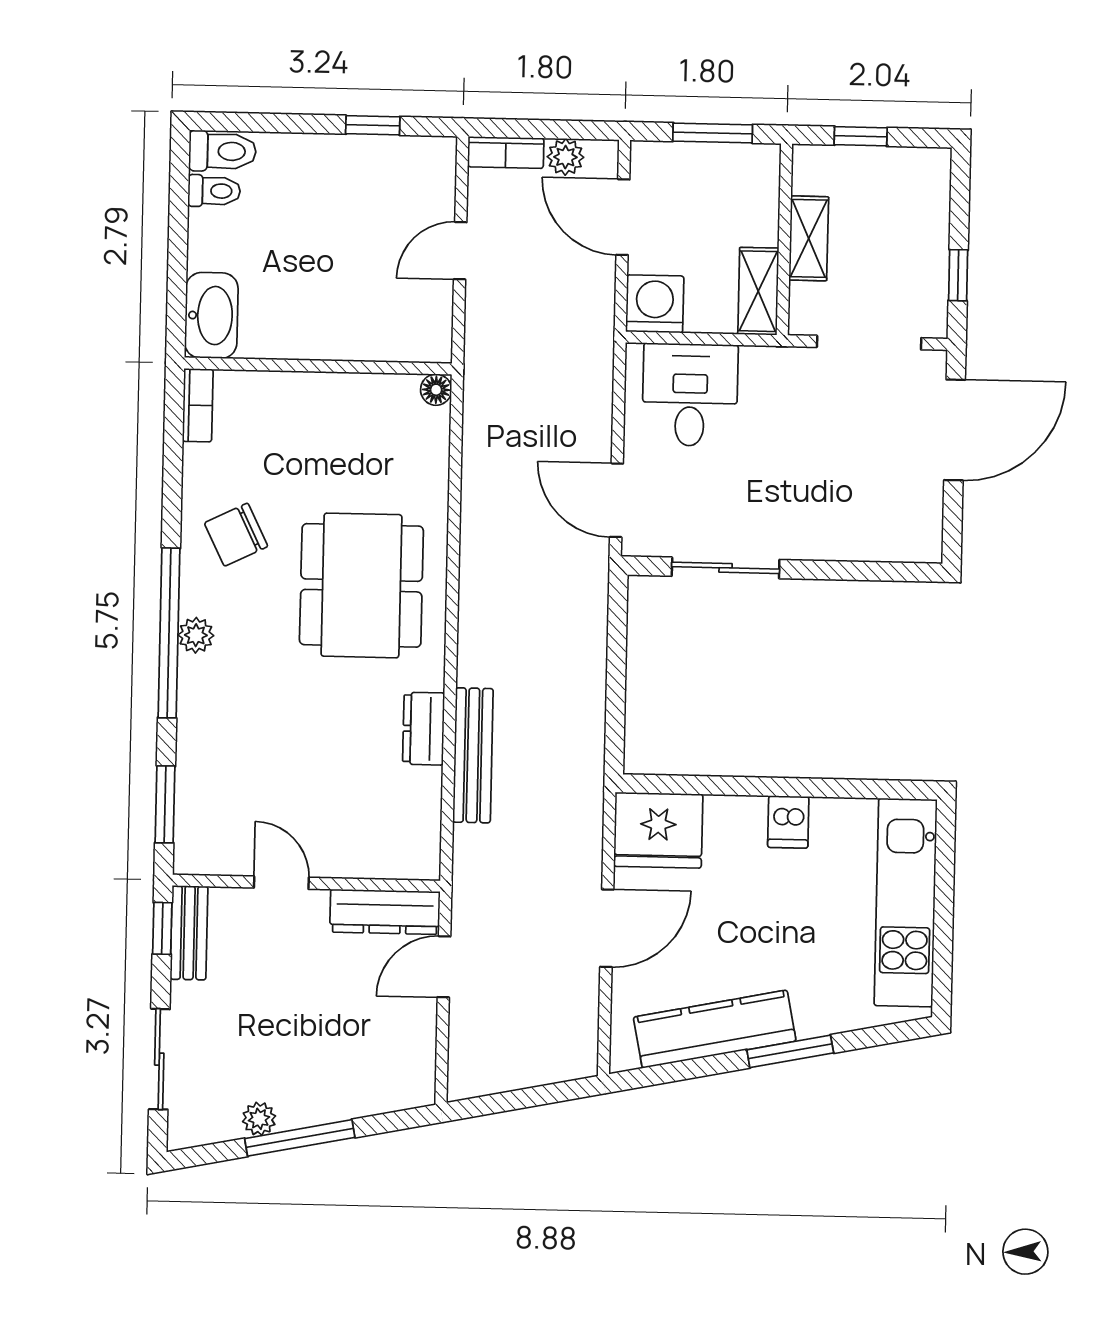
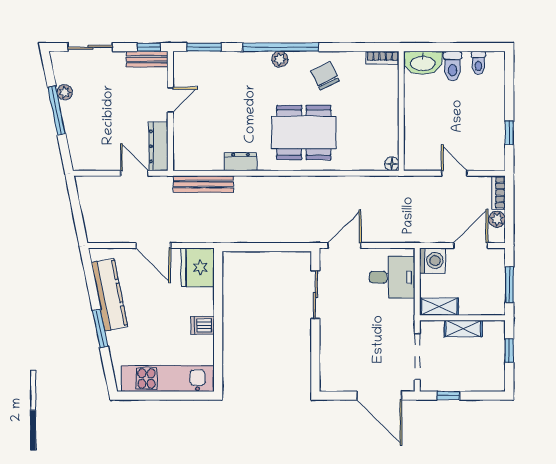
toilet: (222, 151) -> (453, 66), moved
bench: (473, 755) -> (203, 184), moved

